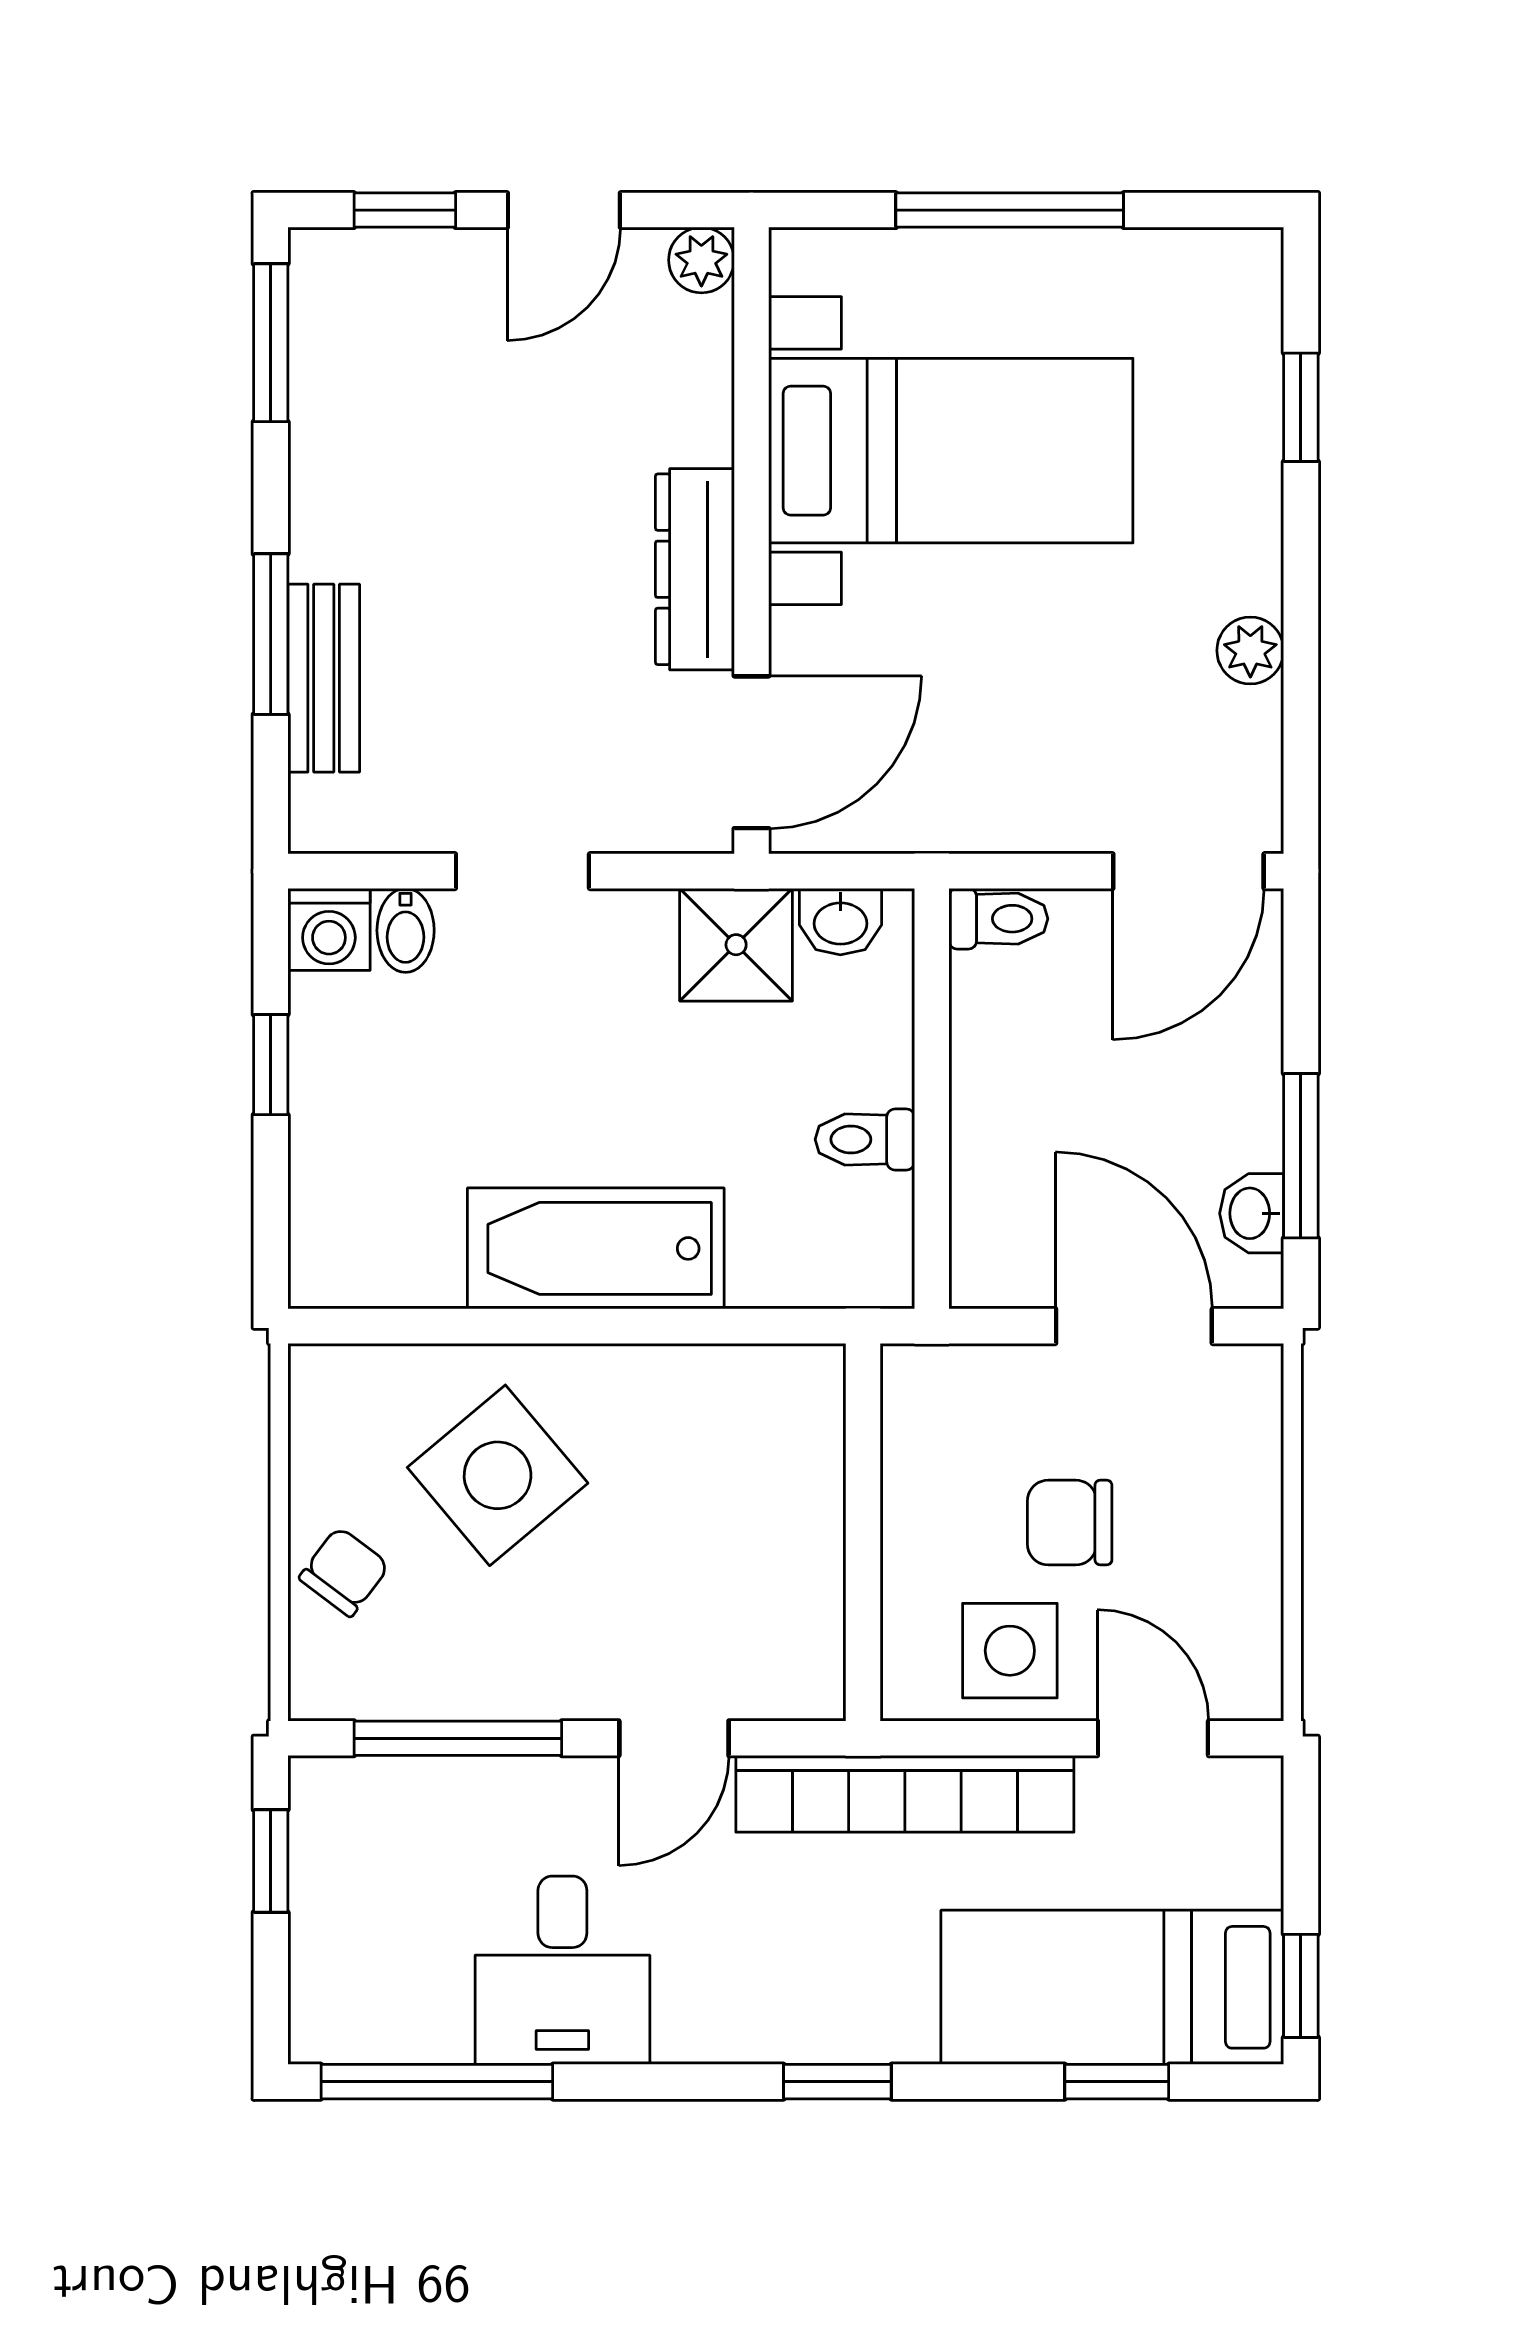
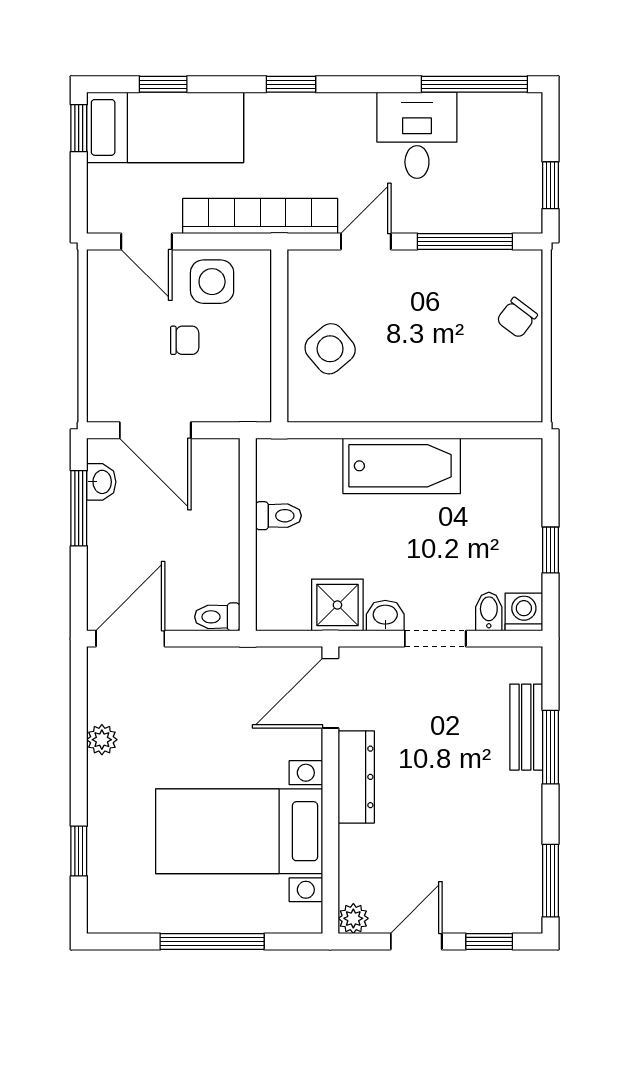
washbasin: (840, 922) -> (385, 616), moved
side table: (498, 1475) -> (330, 349), moved, width x0.73, depth x0.73
chair: (1070, 1523) -> (185, 340), width x0.73, depth x0.73

